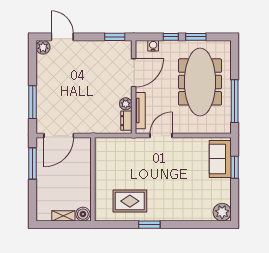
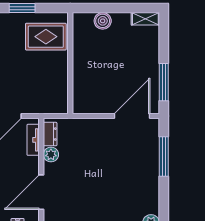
tv unit: (140, 111) -> (33, 140), width x0.71
wall: (93, 179) -> (70, 63), moved
shelving: (63, 216) -> (145, 19), moved

